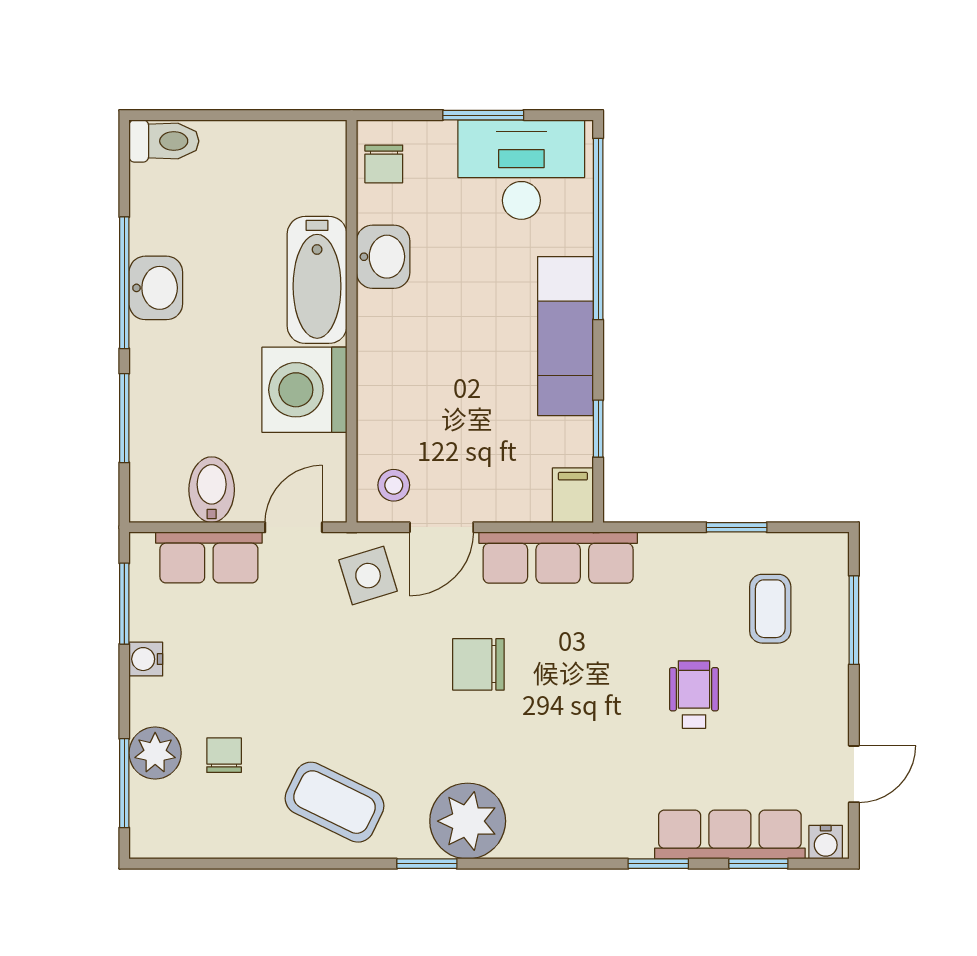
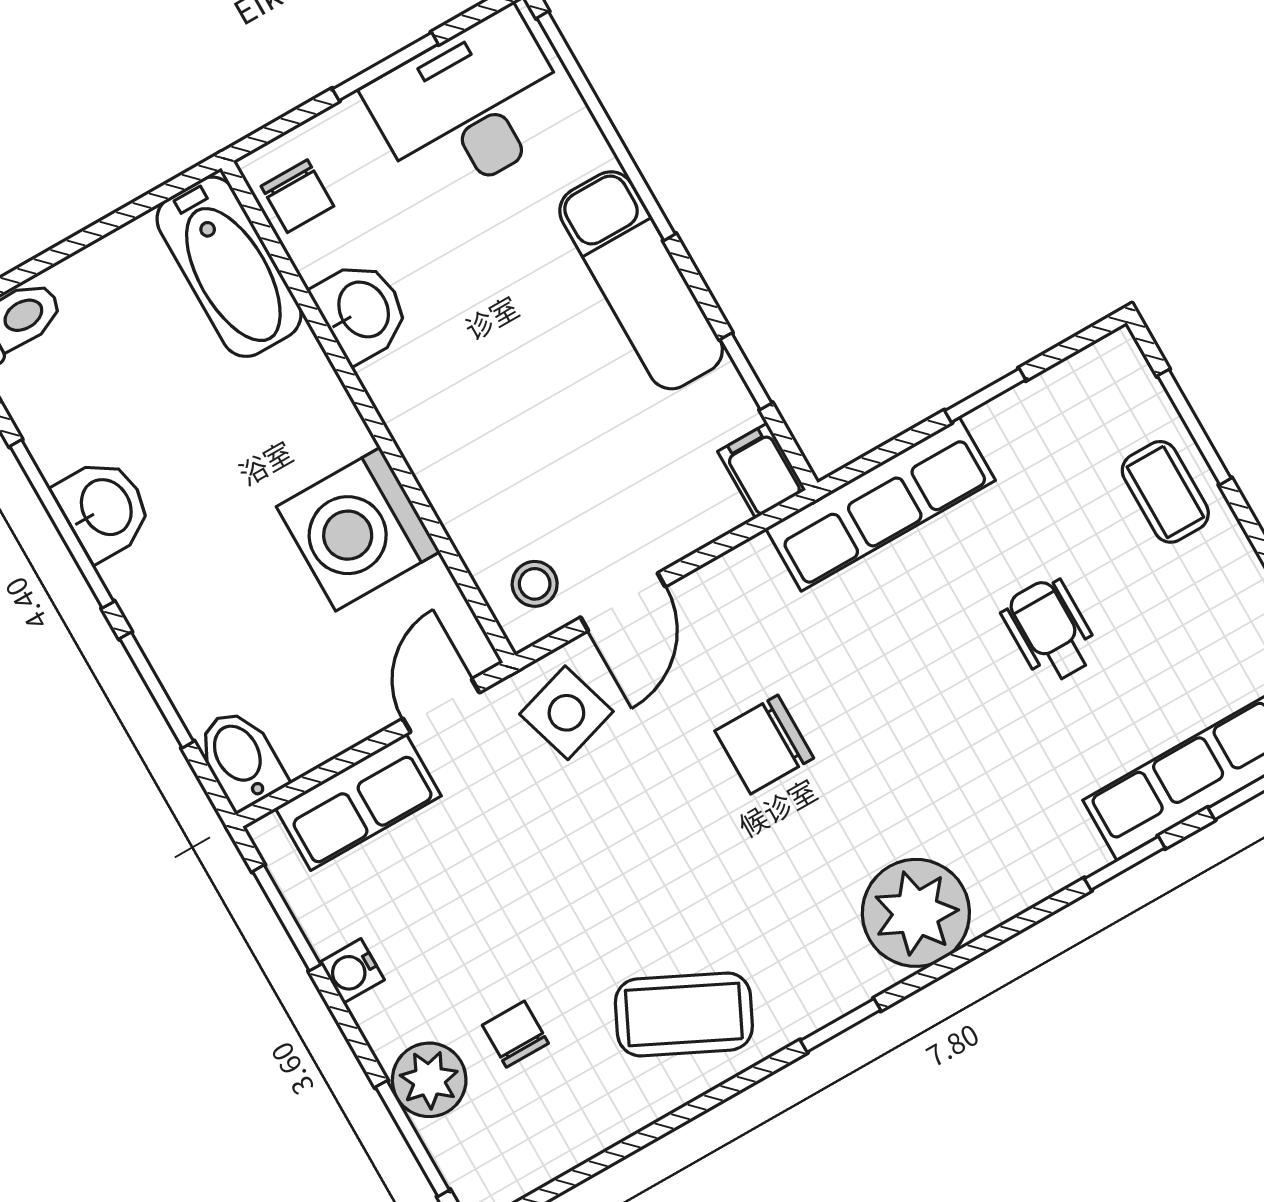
bathtub: (317, 280) -> (229, 267), moved
bidet: (212, 490) -> (241, 759), moved
row of seats: (558, 558) -> (880, 504), moved
coffee table: (770, 609) -> (1165, 492), moved
plant: (468, 821) -> (916, 913), moved

